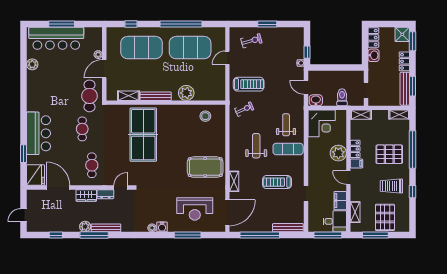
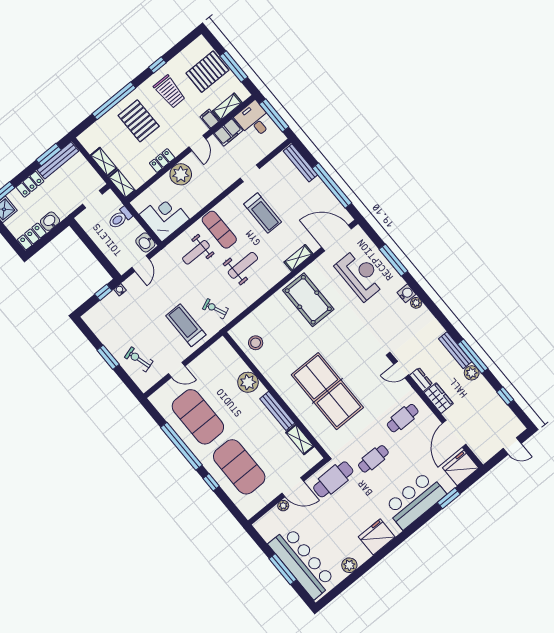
window: (131, 24) -> (211, 482), moved
fridge: (36, 94) -> (377, 537), added
shelving: (399, 115) -> (104, 162), moved
table tennis table: (143, 135) -> (327, 391), turned 90
weight bench: (256, 146) -> (243, 265), turned 180
filing cabinet: (357, 164) -> (210, 119), moved

